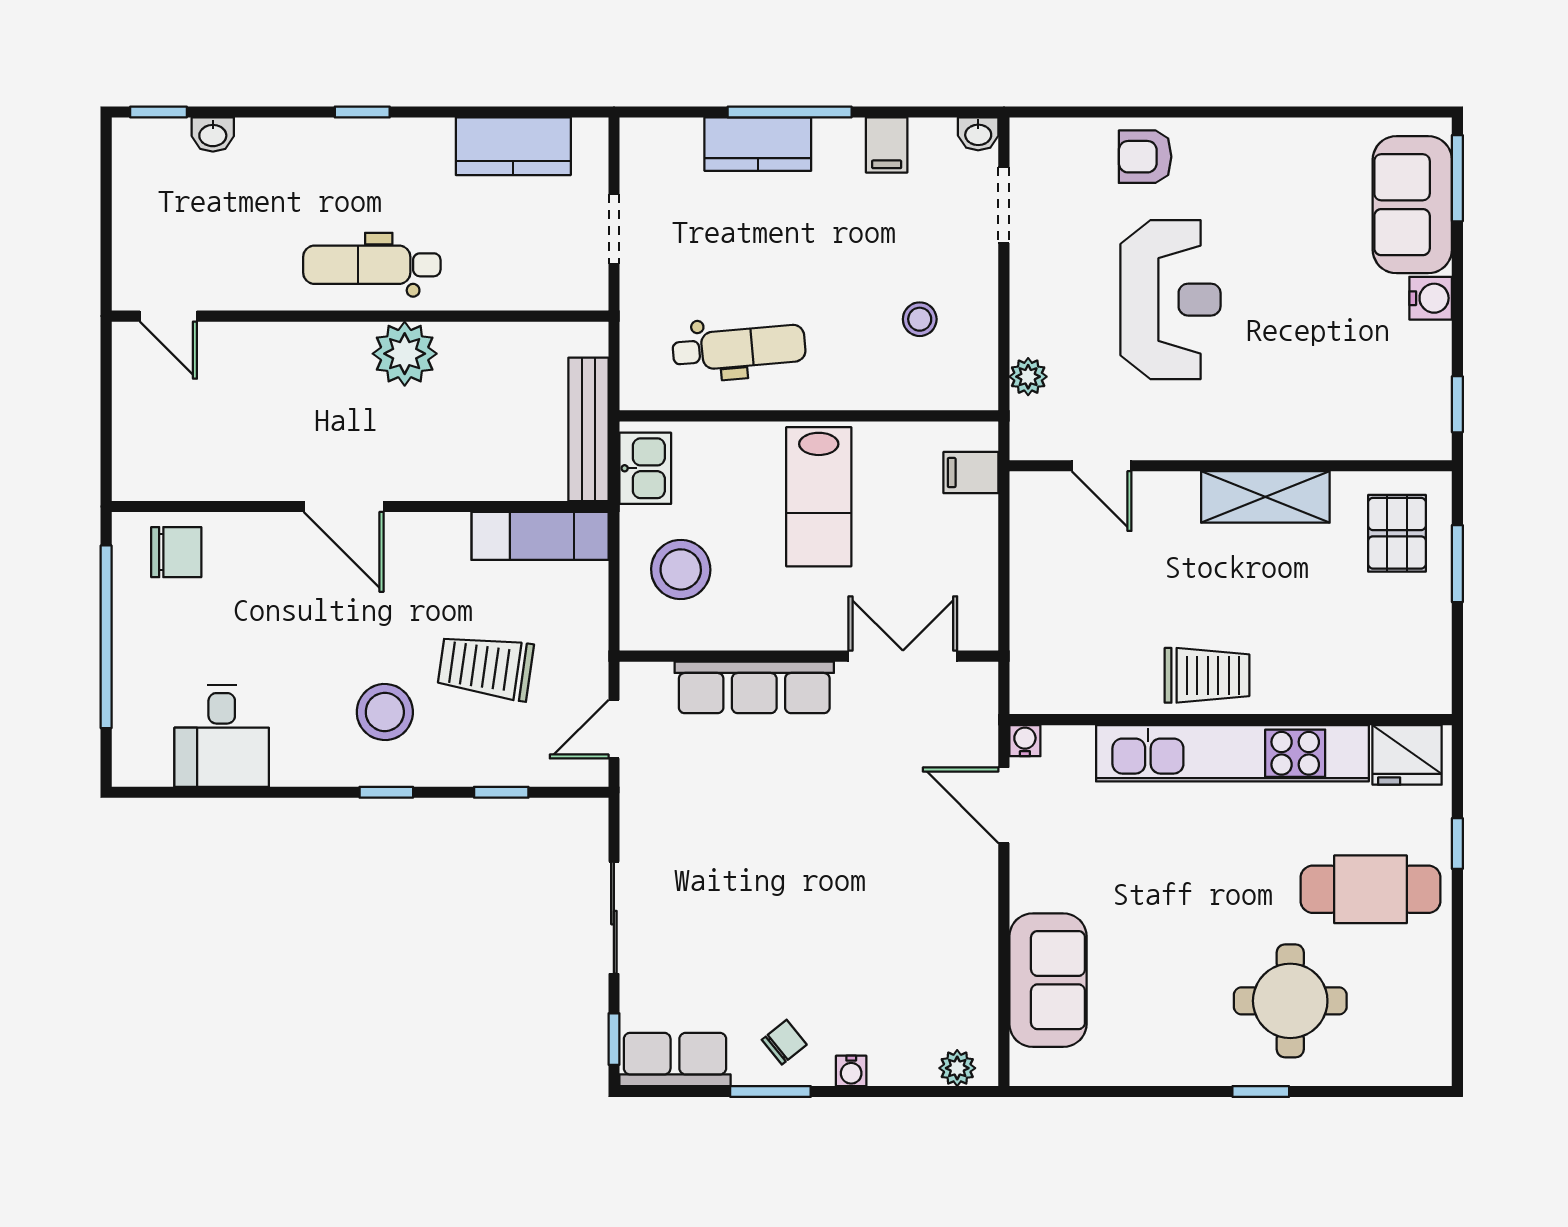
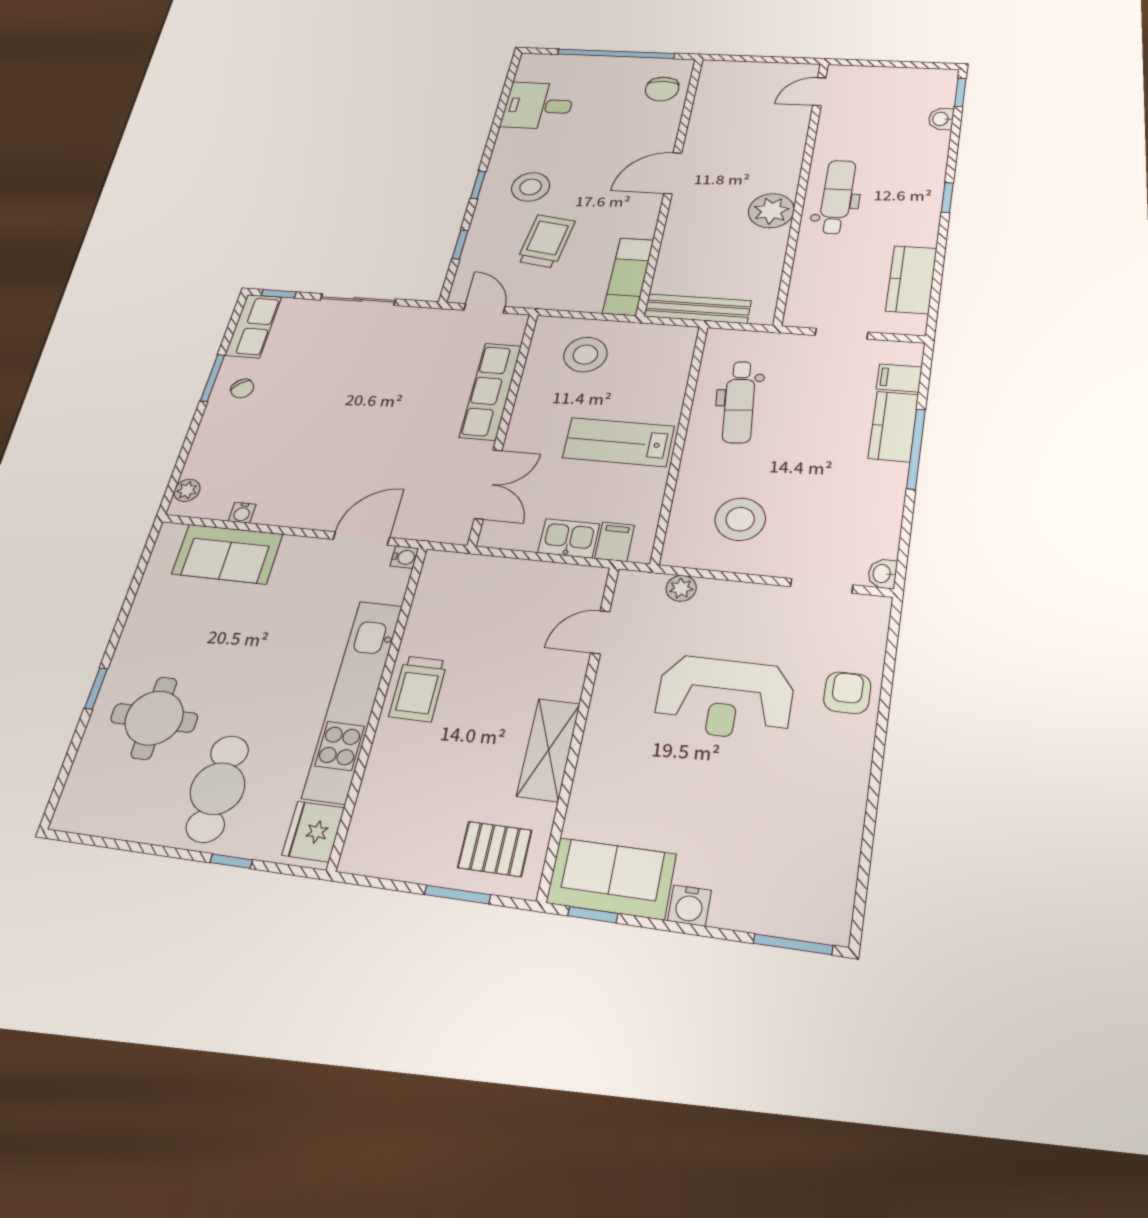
filing cabinet: (887, 145) -> (899, 378), moved
sofa: (1412, 205) -> (611, 878), moved
stool: (920, 319) -> (740, 519), width x1.89, depth x1.89
kitchen sink: (645, 468) -> (569, 538), moved, turned 180
water cooler: (851, 1071) -> (242, 513), moved, turned -90

